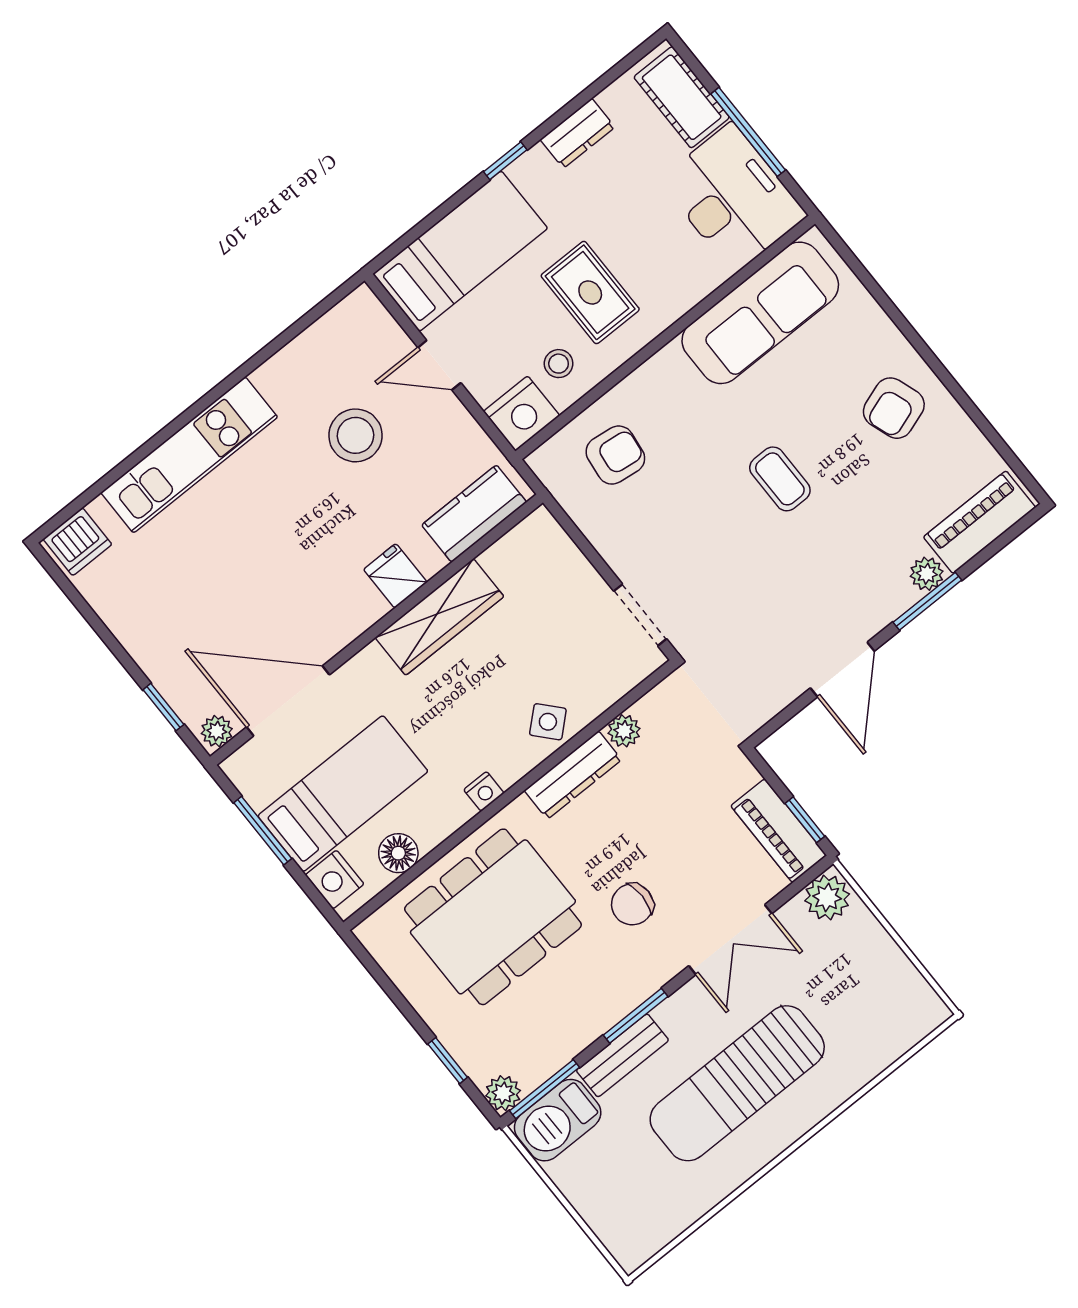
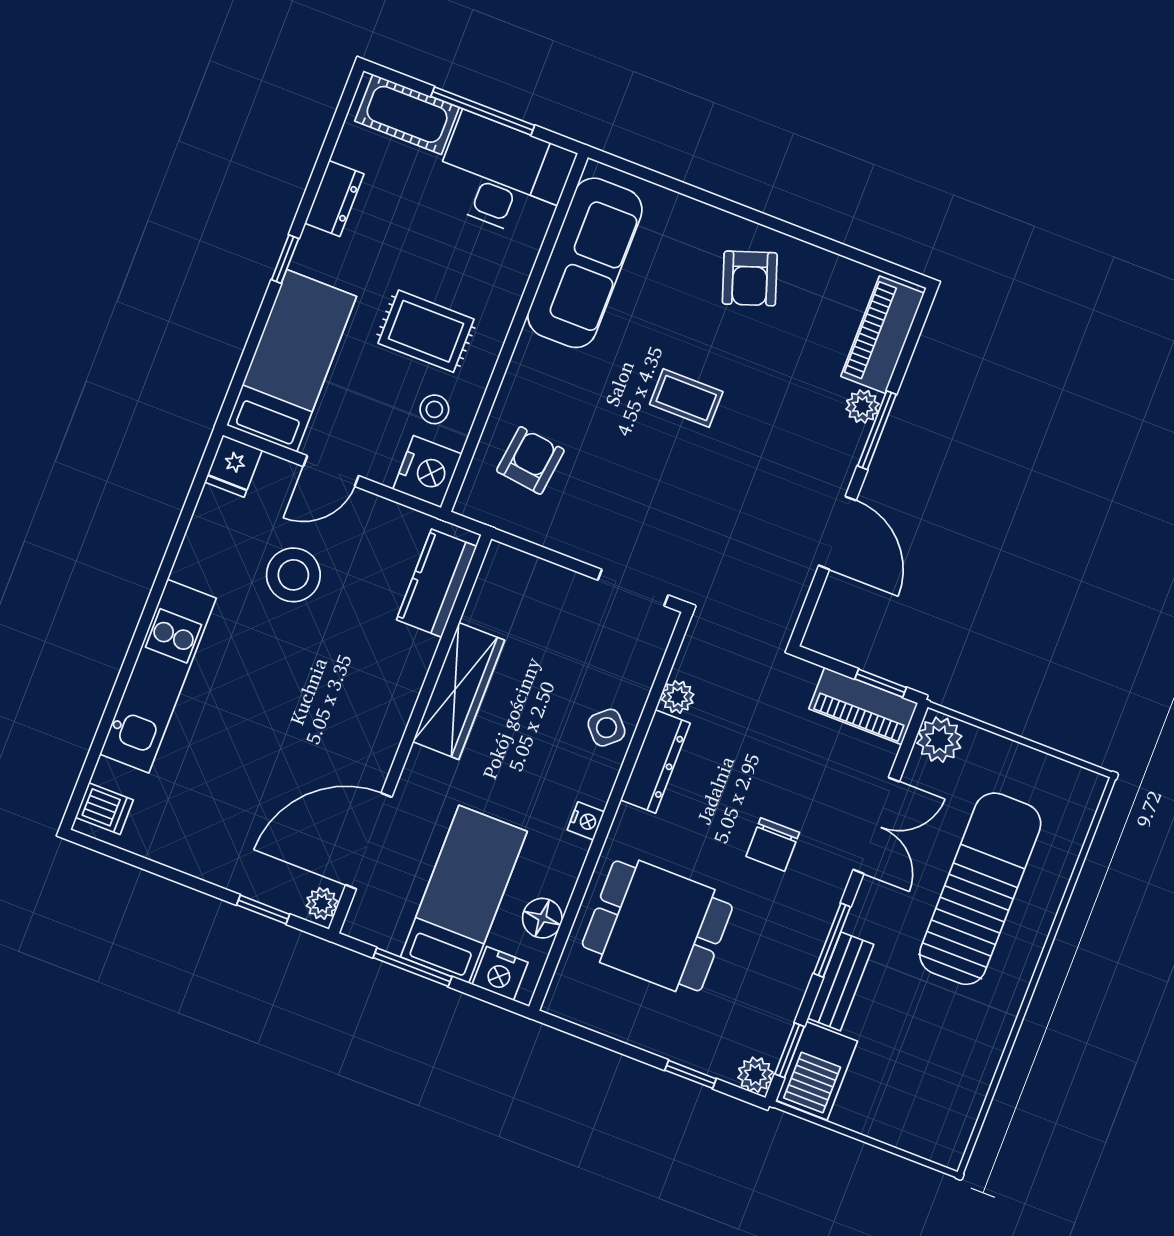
dishwasher: (77, 542) -> (104, 809), width x0.73
fridge: (395, 576) -> (233, 466), moved, turned -90
dining table: (493, 917) -> (657, 926), width x0.73
sun lounger: (737, 1083) -> (980, 889), moved, turned 180
window: (544, 1089) -> (790, 1050), width x0.67

